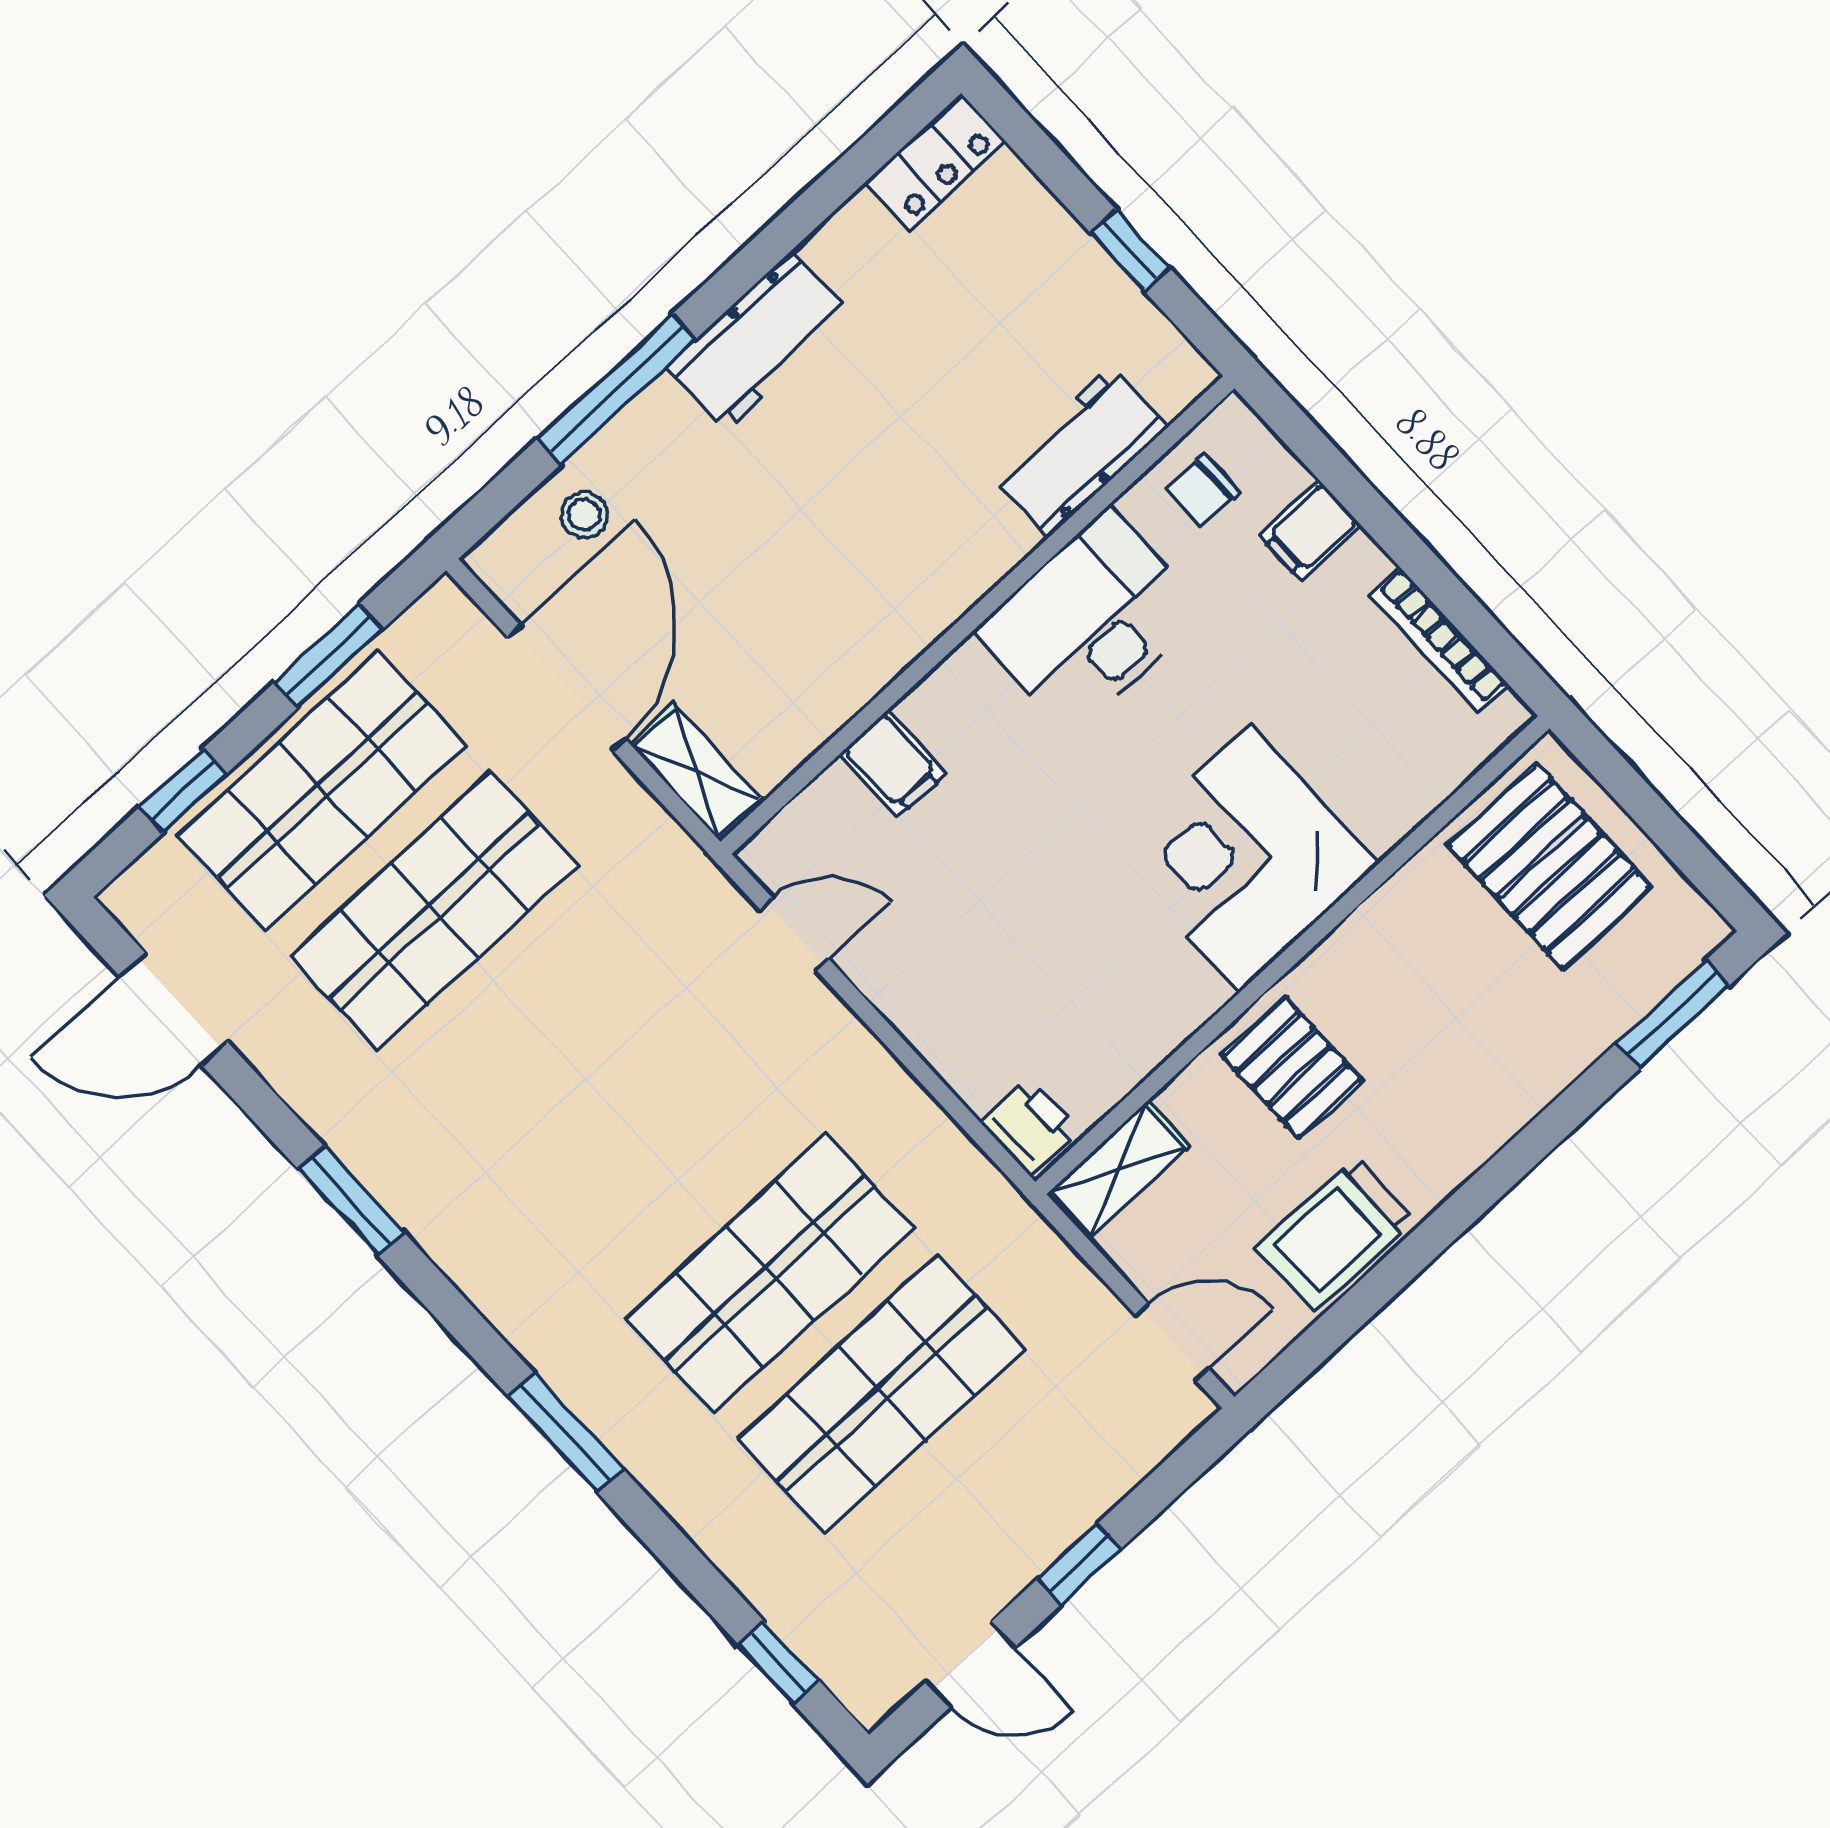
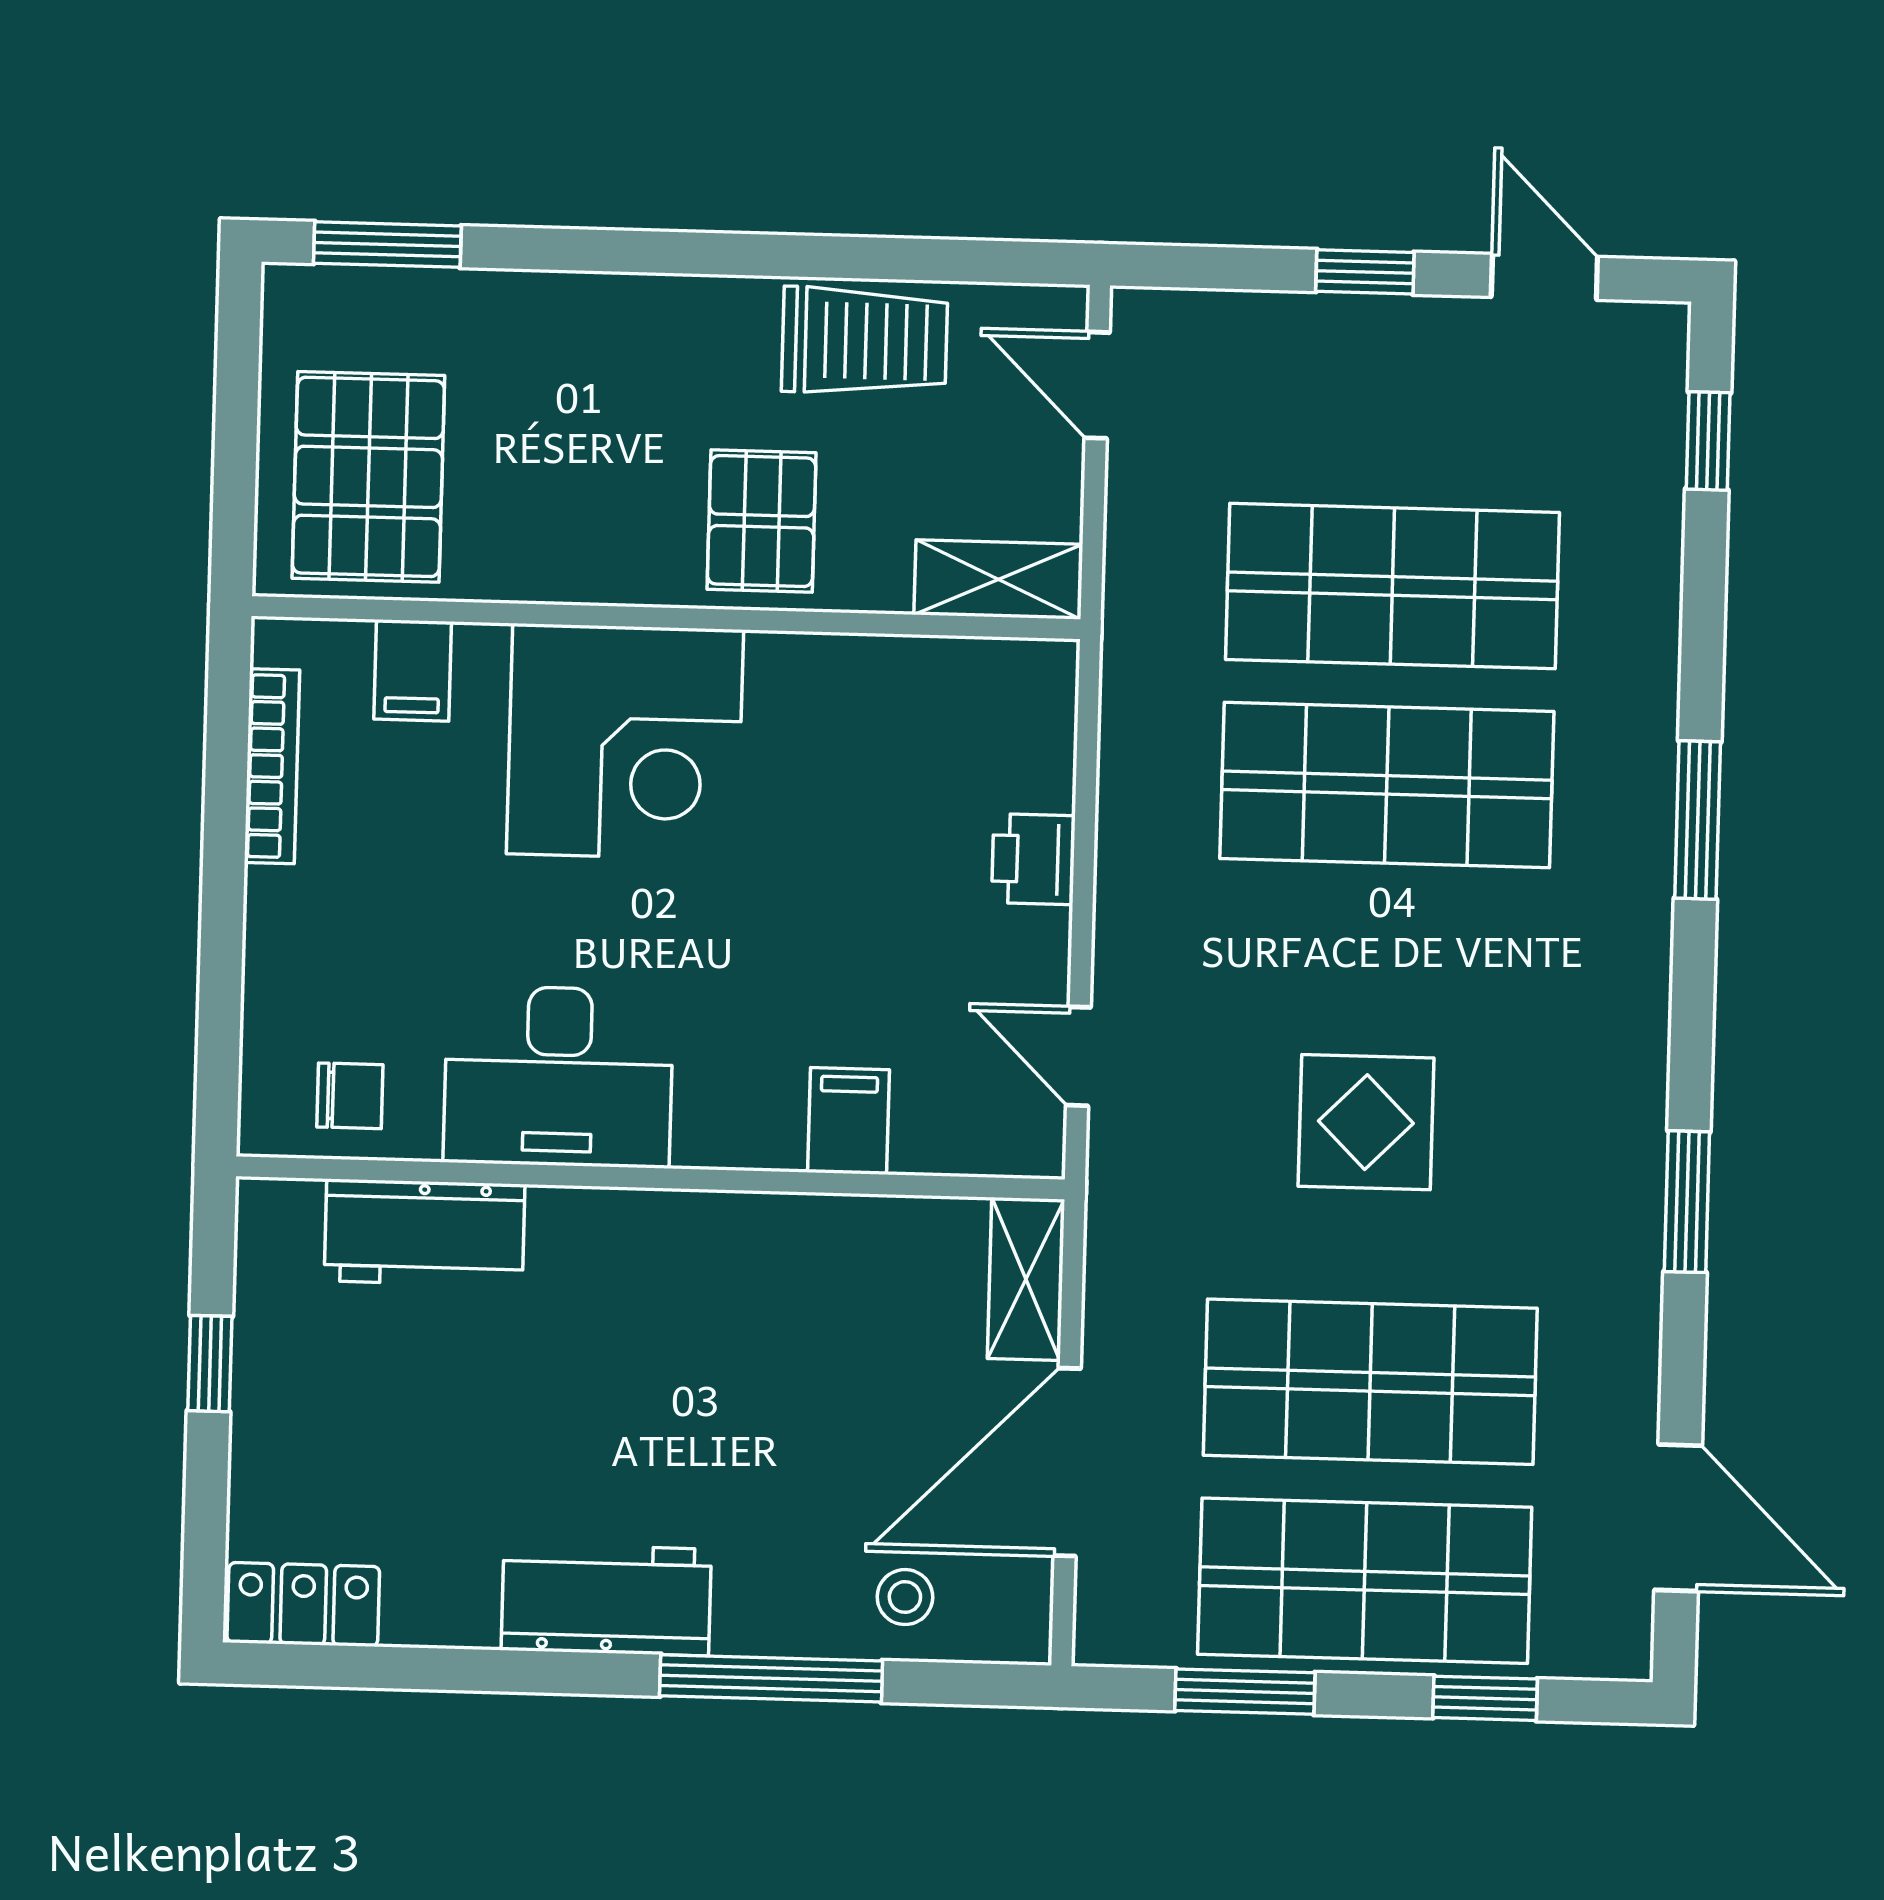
filing cabinet: (1310, 531) -> (413, 670), moved, turned 90
display table: (587, 1062) -> (1366, 1122), added
printer: (1029, 1126) -> (1033, 859), moved

